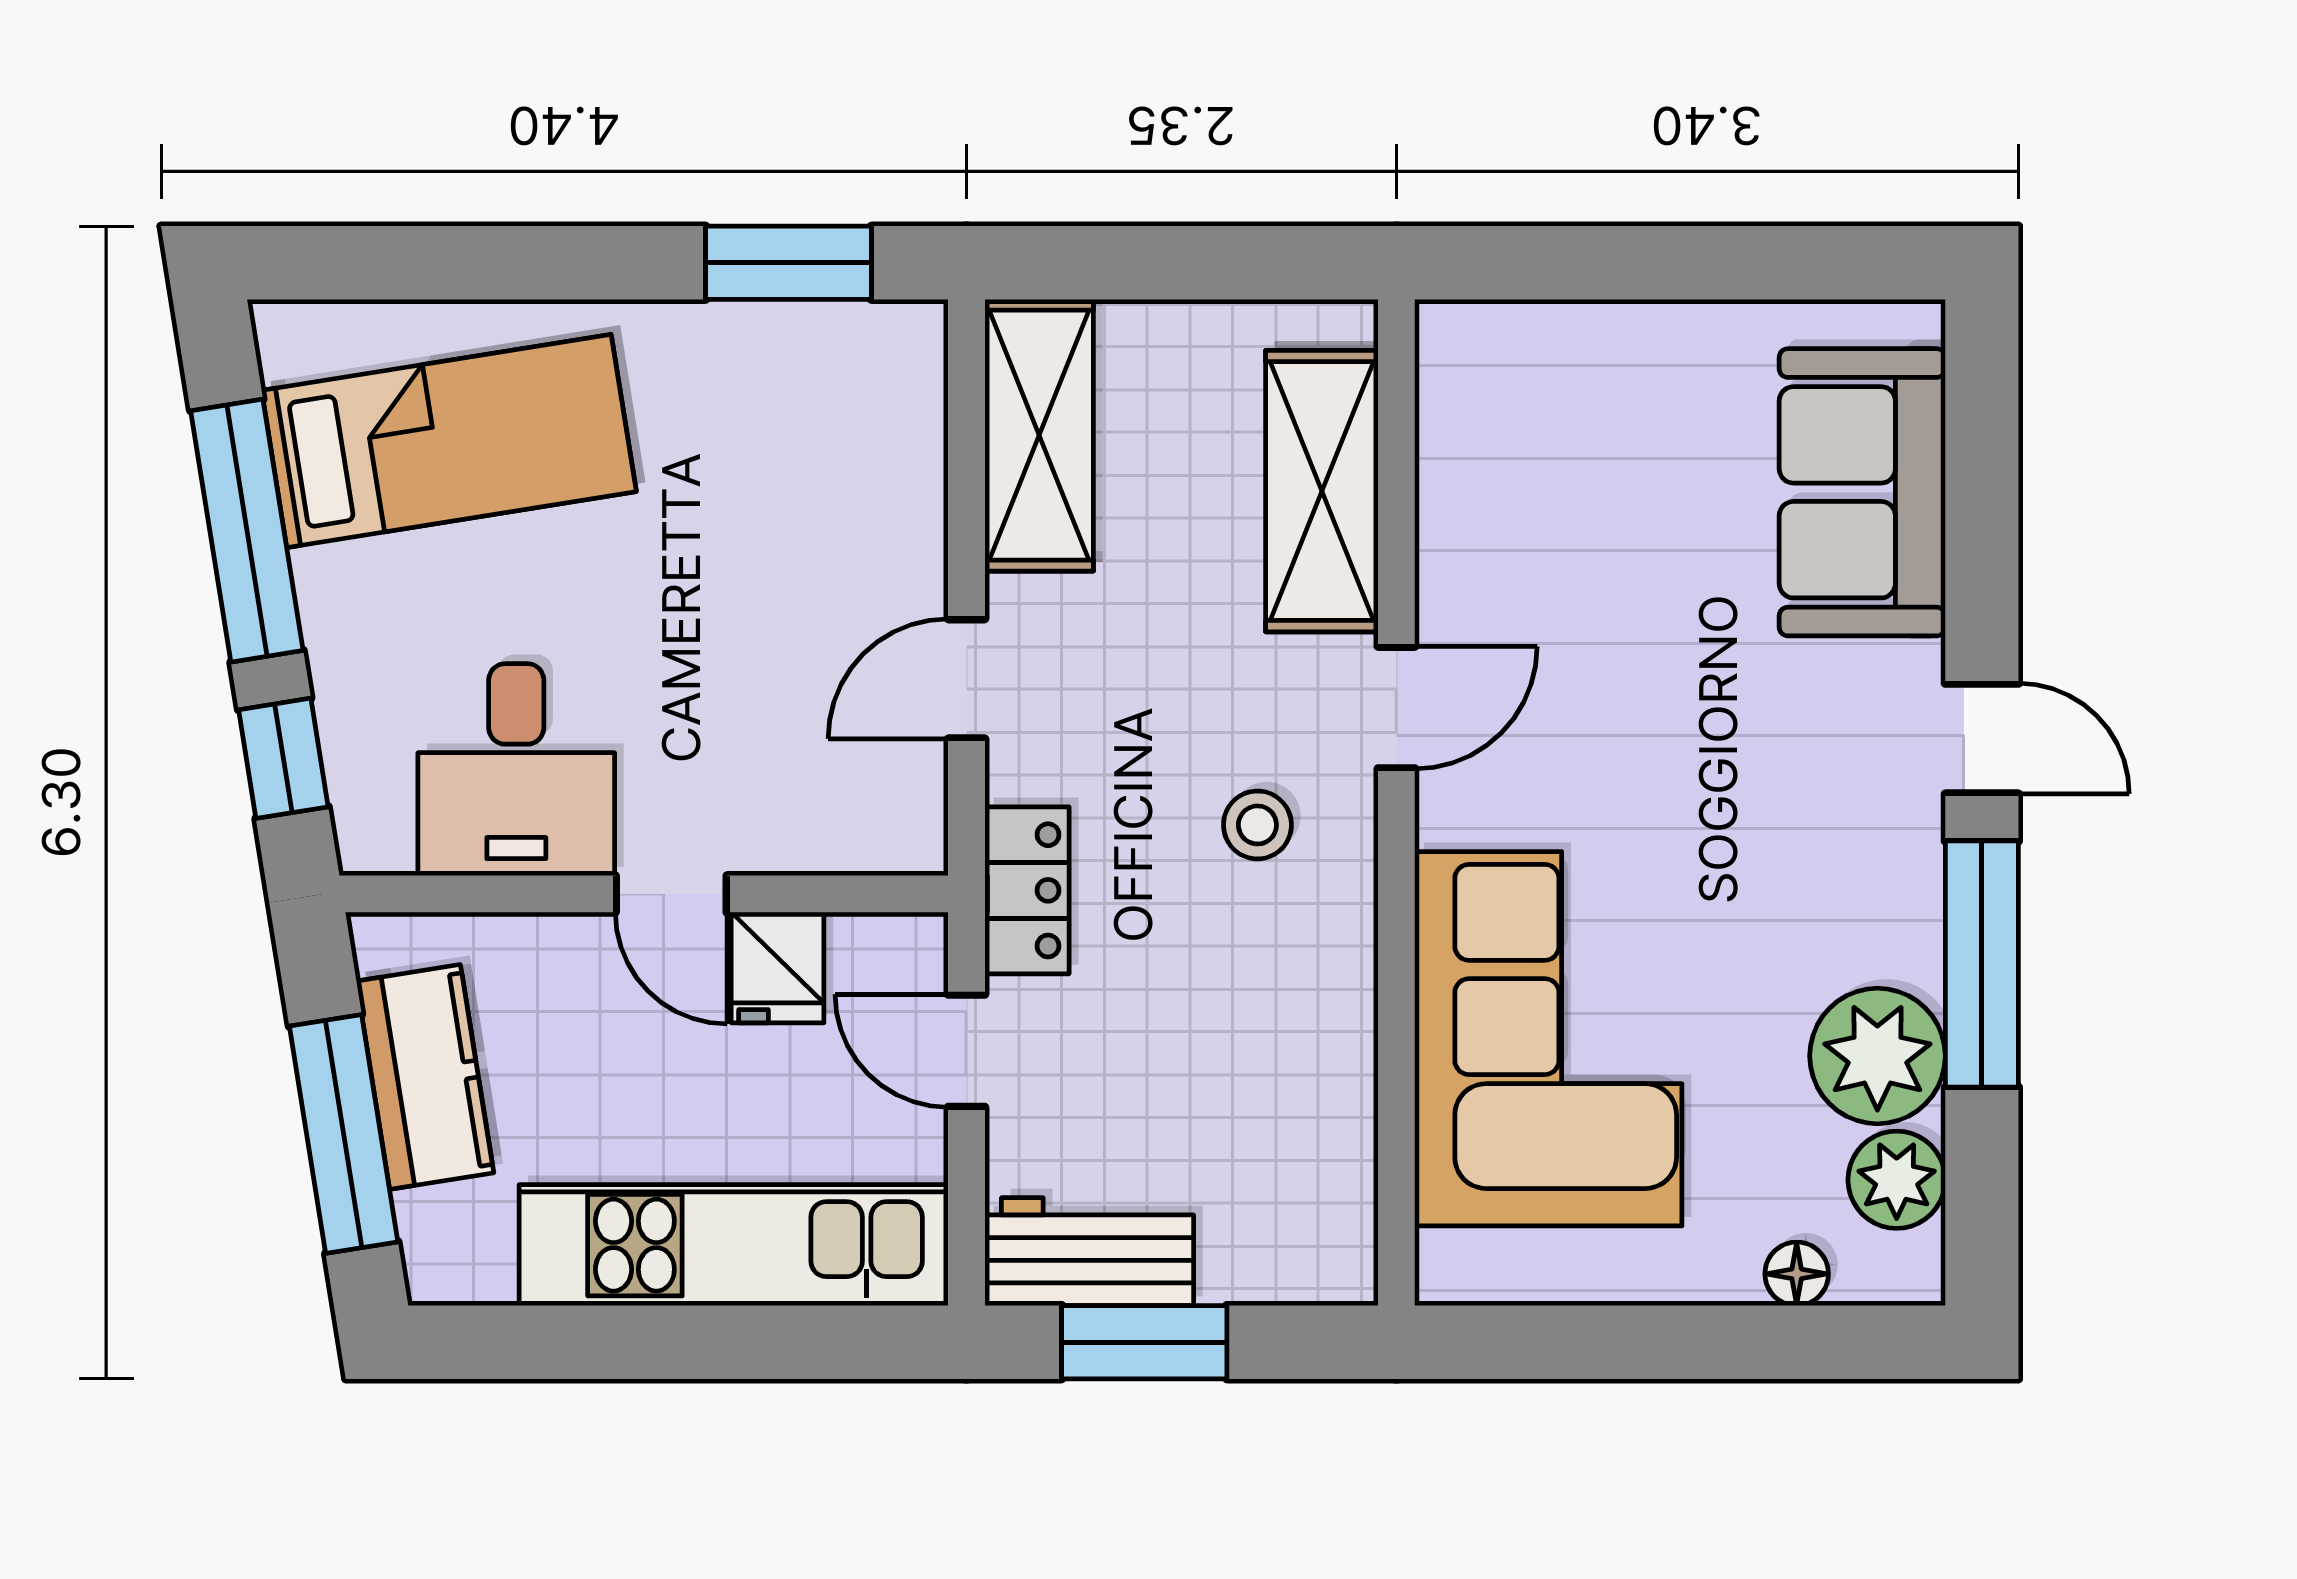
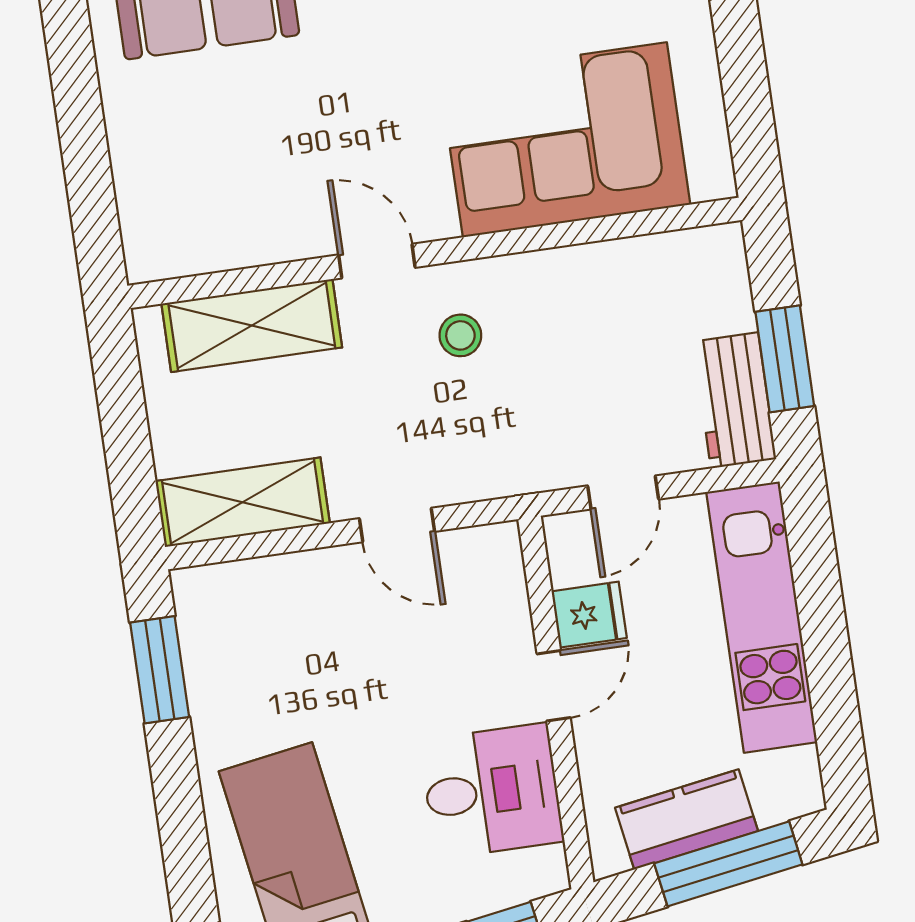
locker: (1027, 890) -> (520, 470), removed

